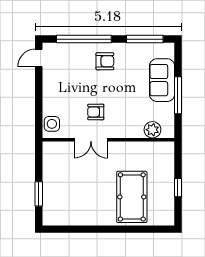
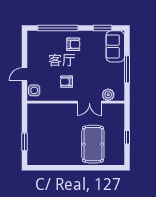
window: (145, 39) -> (102, 28), width x0.69
door: (39, 58) -> (25, 74), moved
sofa: (162, 80) -> (115, 46), moved
double door: (91, 140) -> (89, 102), moved

